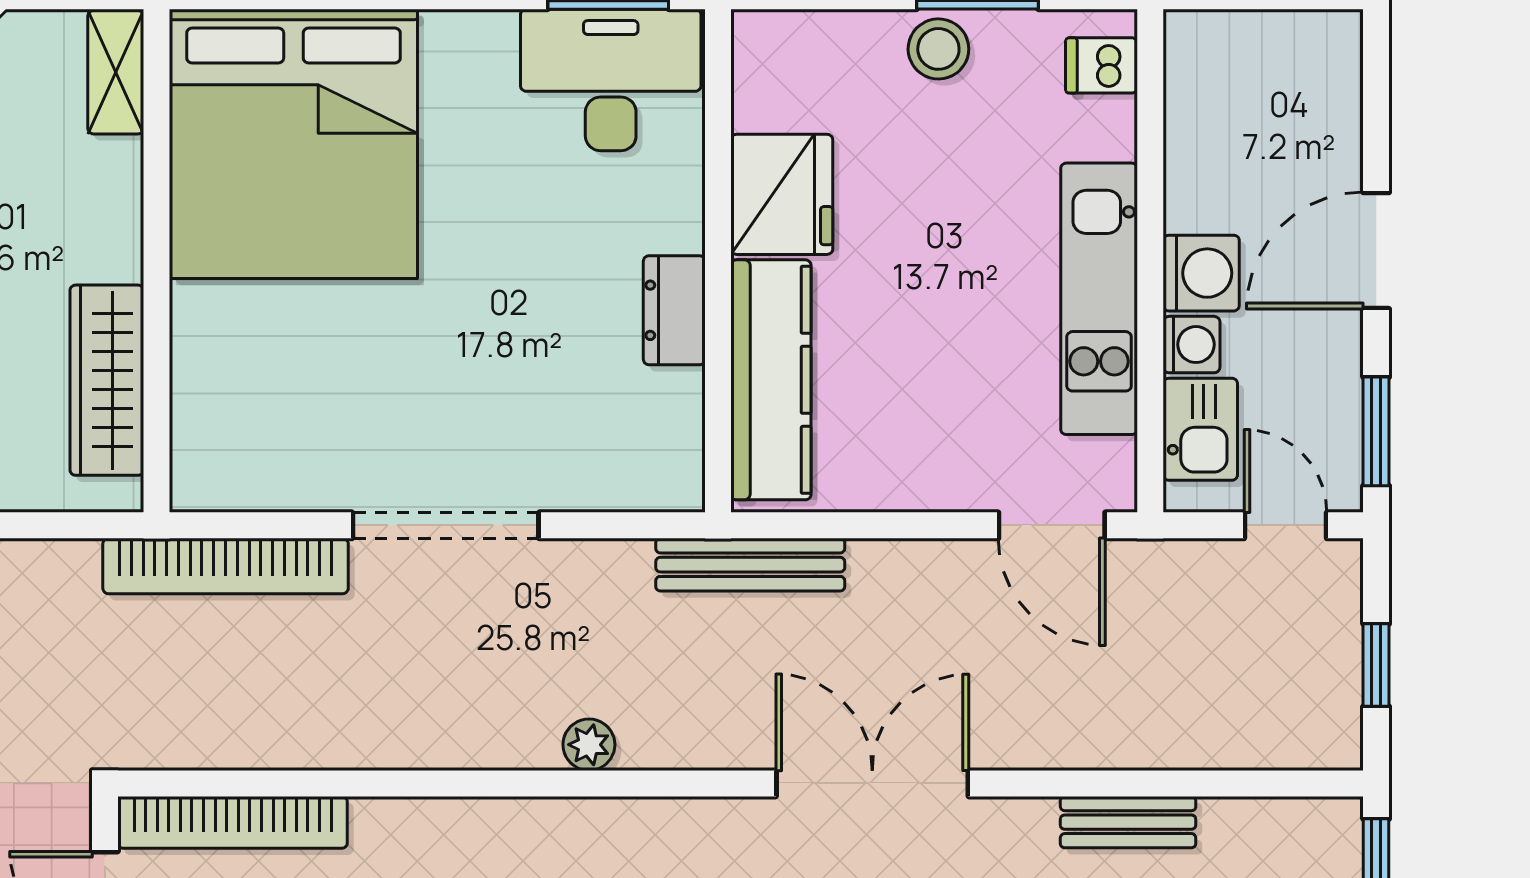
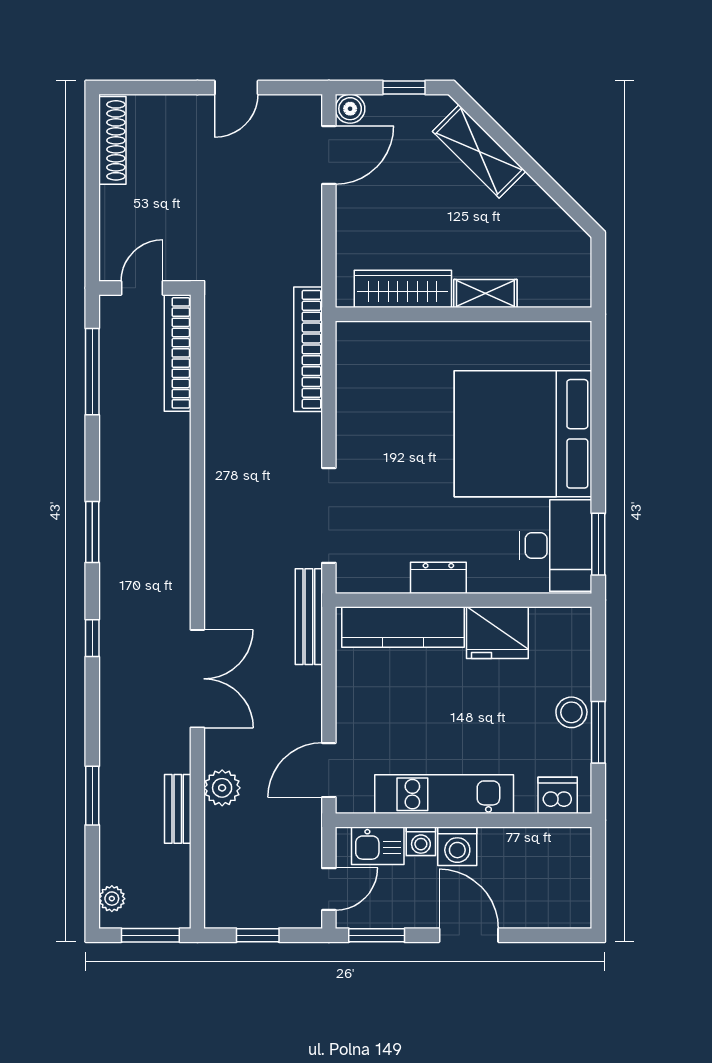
dishwasher: (1102, 65) -> (558, 795), width x1.38
shelving: (116, 72) -> (485, 293), moved
bed: (293, 144) -> (523, 434), moved
doorway: (446, 525) -> (329, 515), moved
plant: (589, 745) -> (222, 788), moved, width x1.38, depth x1.38

